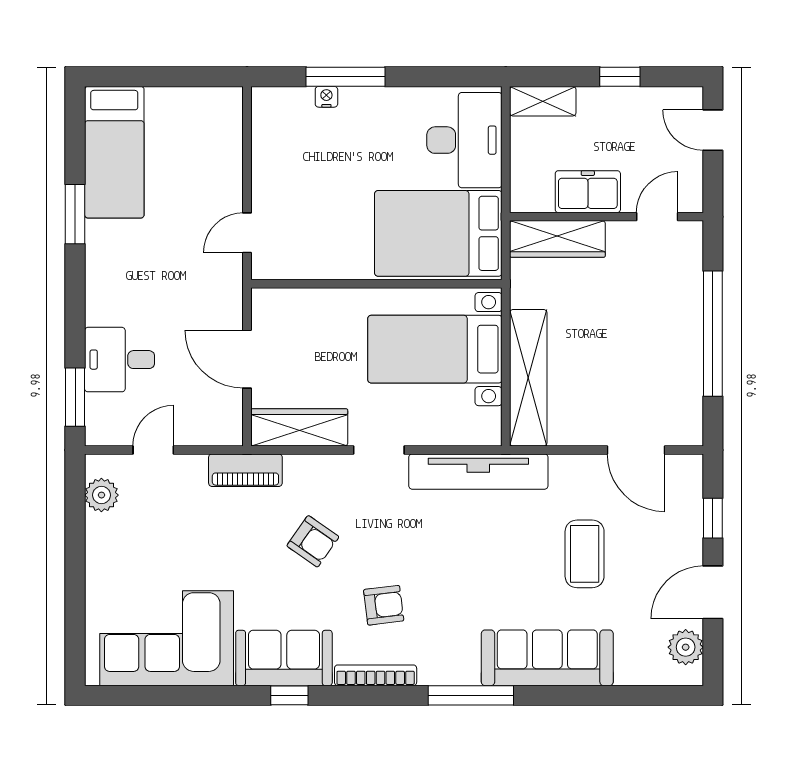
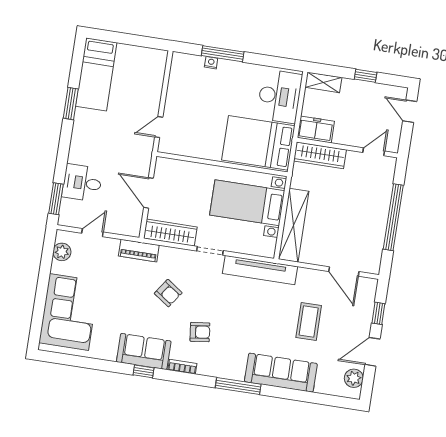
freezer: (588, 192) -> (316, 129), moved
corner sofa: (167, 638) -> (69, 312), moved, turned 90
bookcase: (376, 675) -> (182, 367), width x0.64

